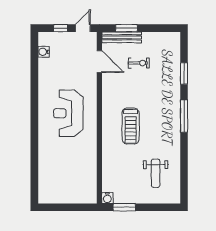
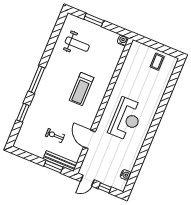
door: (99, 62) -> (89, 139), moved
treadmill: (131, 126) -> (82, 89), turned 180
weight bench: (156, 173) -> (77, 44), turned 90
coffee table: (60, 190) -> (157, 62), added
window: (124, 207) -> (94, 20), moved

